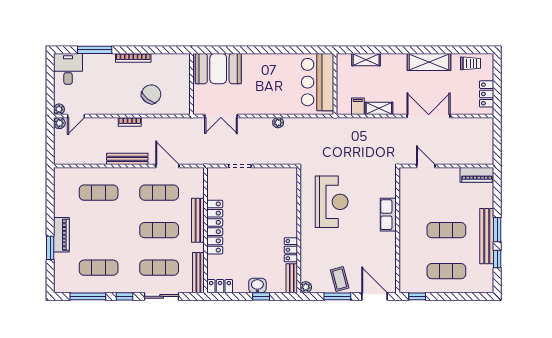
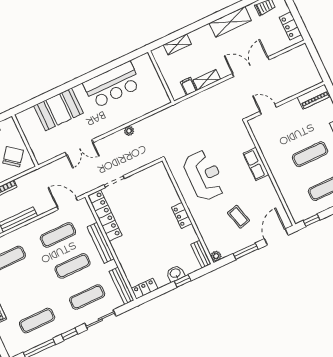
bar counter: (318, 82) -> (112, 85), moved, turned -90
wall: (191, 84) -> (25, 141), moved
door: (167, 166) -> (67, 204), moved
locker: (215, 227) -> (105, 215), moved
locker: (291, 250) -> (182, 215), moved
coffee table: (340, 279) -> (239, 217), moved
door: (374, 296) -> (276, 237), hinge flipped

